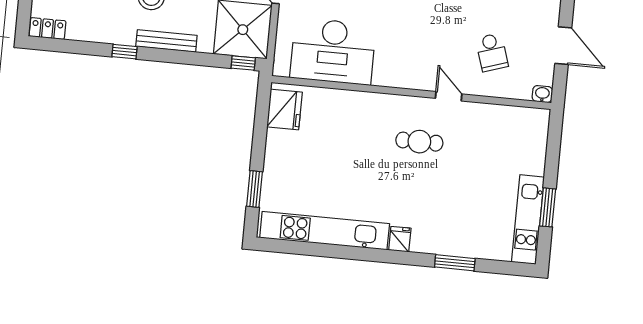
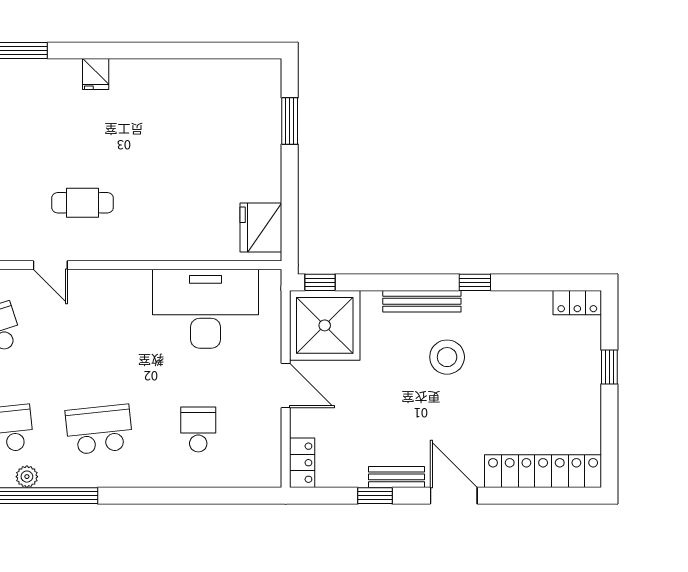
kitchen unit: (325, 231) -> (194, 76), removed

